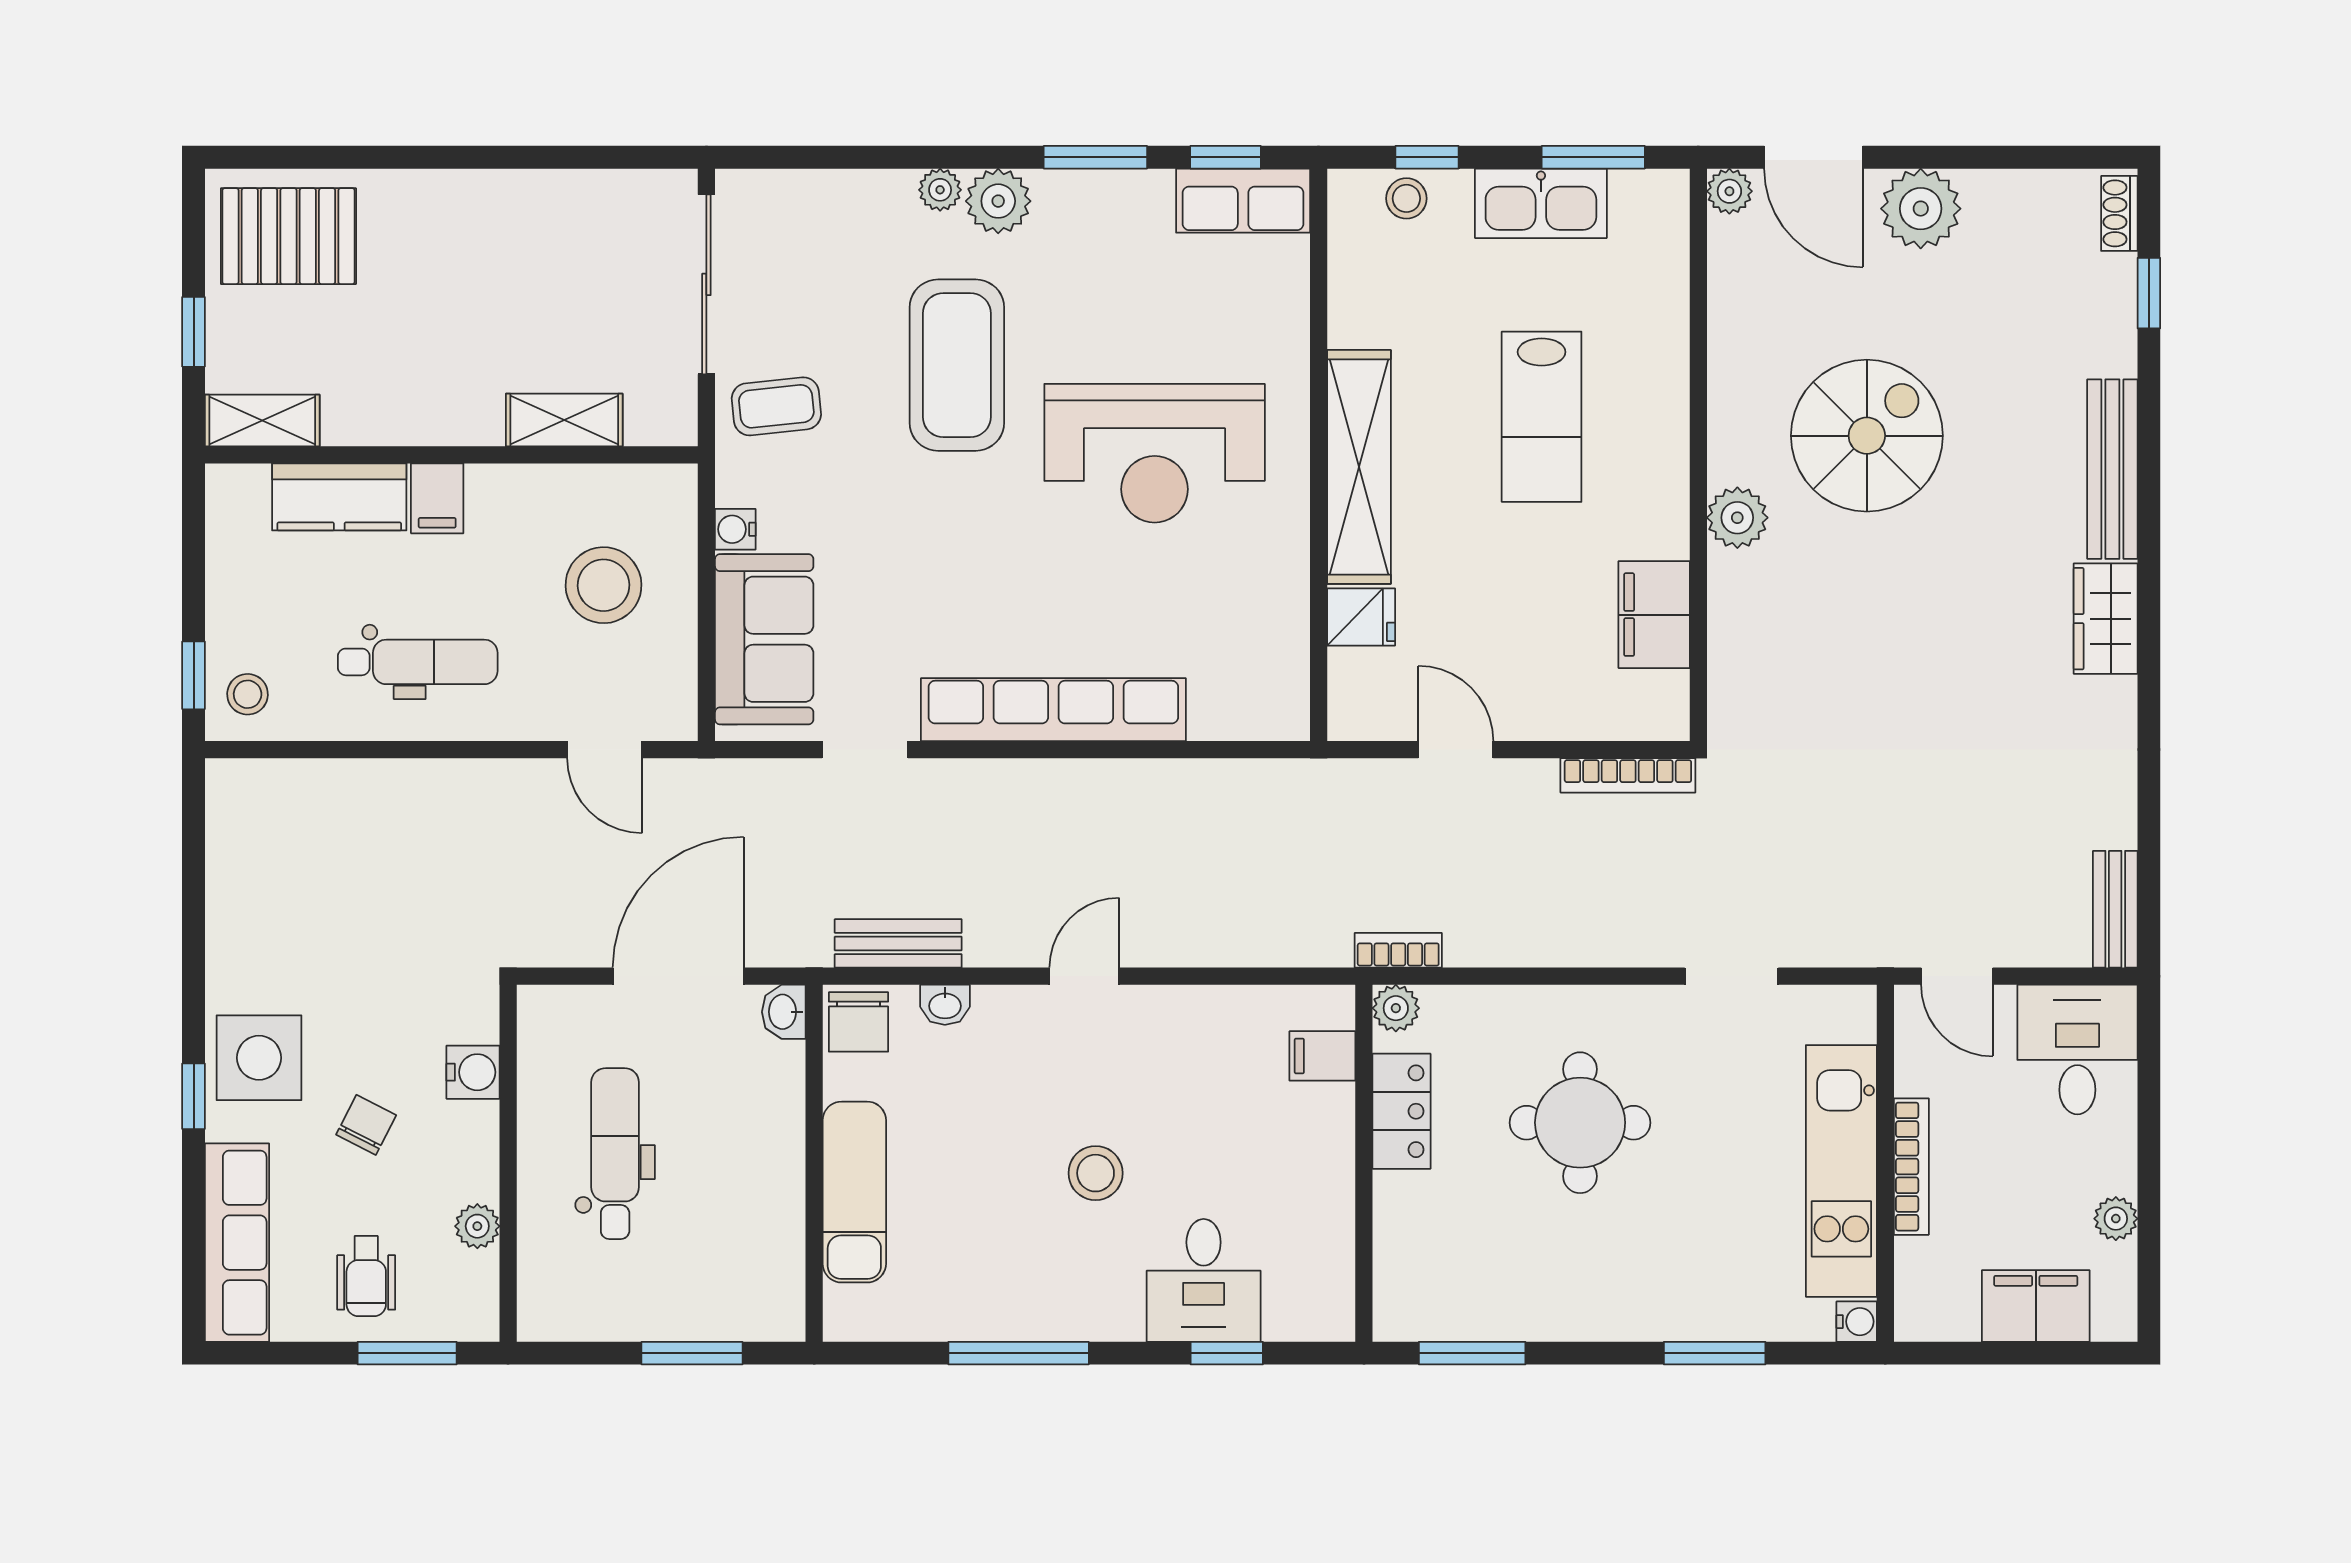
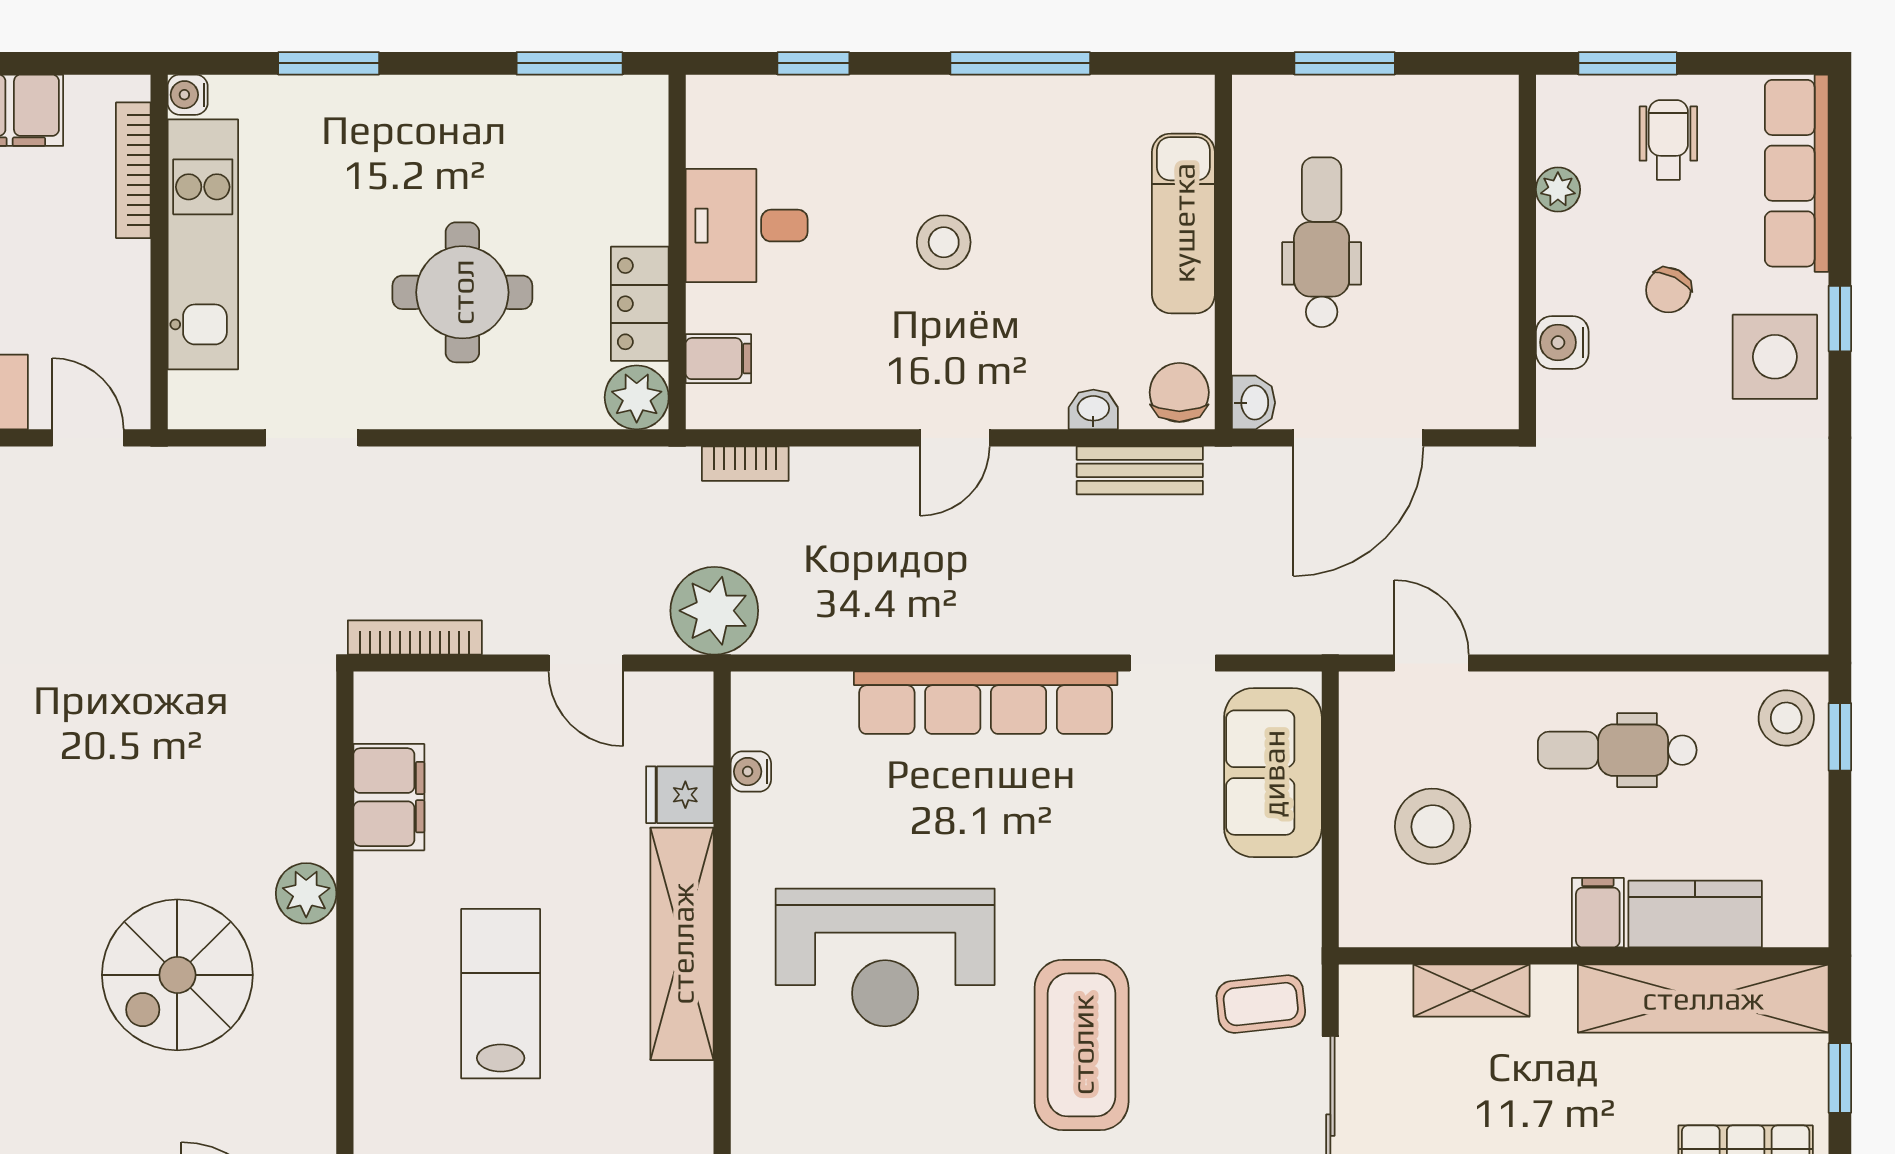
shelving: (262, 420) -> (1703, 998), width x2.20, depth x1.33
reception desk: (1155, 453) -> (885, 957), turned 180
water cooler: (735, 529) -> (751, 772), moved, turned 180
stool: (248, 694) -> (1786, 718), width x1.37, depth x1.37
plant: (1326, 802) -> (714, 611), added
bookcase: (1398, 950) -> (745, 464), moved
plant: (1396, 1008) -> (637, 397), width x1.38, depth x1.38
dental chair: (615, 1154) -> (1322, 242), moved, turned 180
bookcase: (1911, 1167) -> (133, 170), moved
desk: (1204, 1280) -> (747, 226), moved, turned -90

